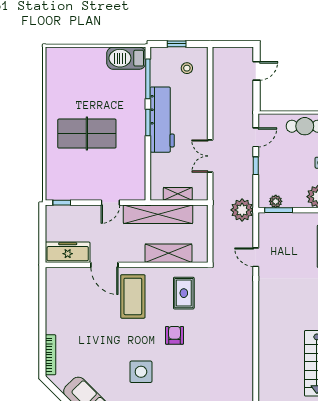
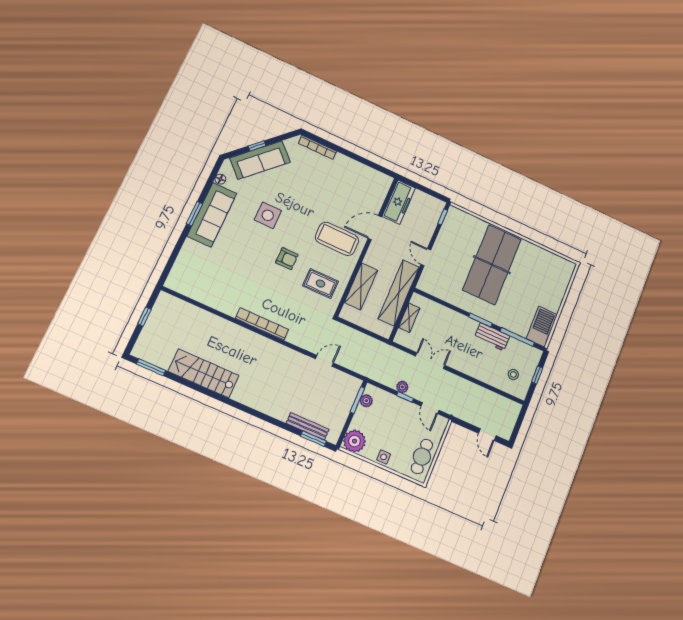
workbench: (162, 120) -> (492, 337), width x0.53, depth x0.76
table tennis table: (87, 134) -> (492, 265), width x1.36, depth x1.32
plant: (242, 210) -> (402, 387), moved, width x0.53, depth x0.53
bookcase: (247, 331) -> (262, 324), added

